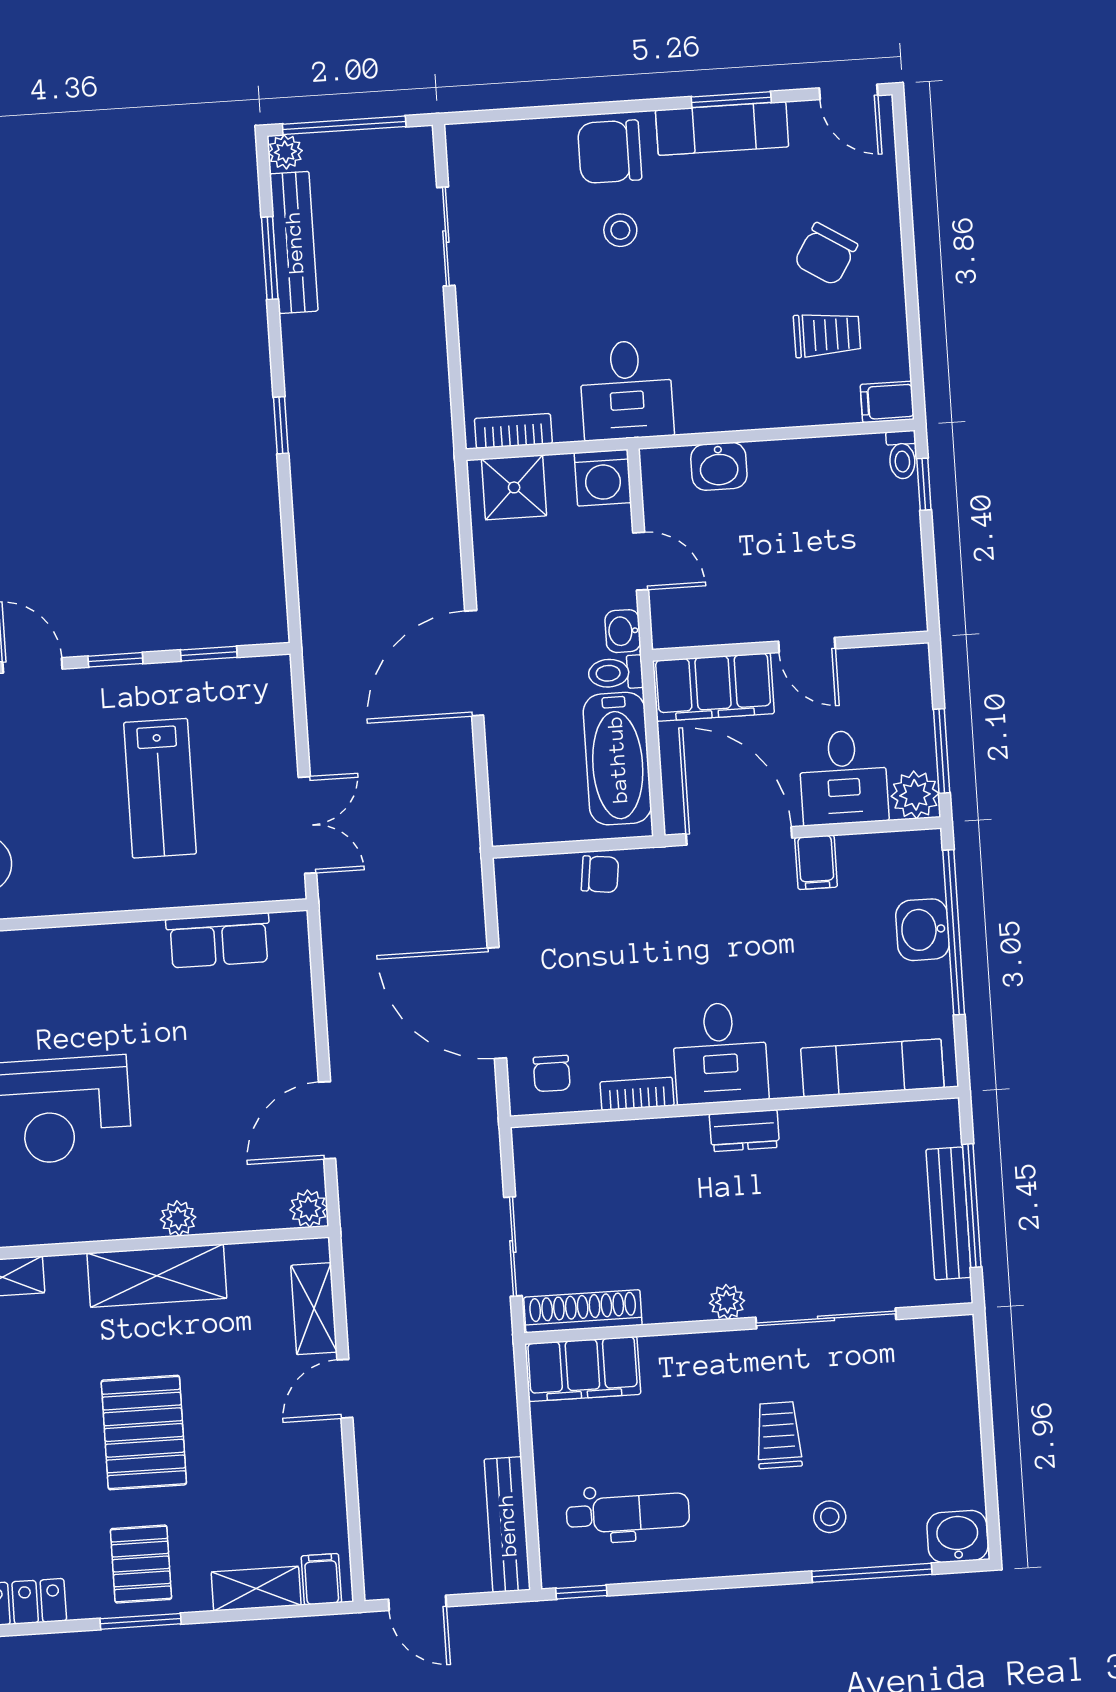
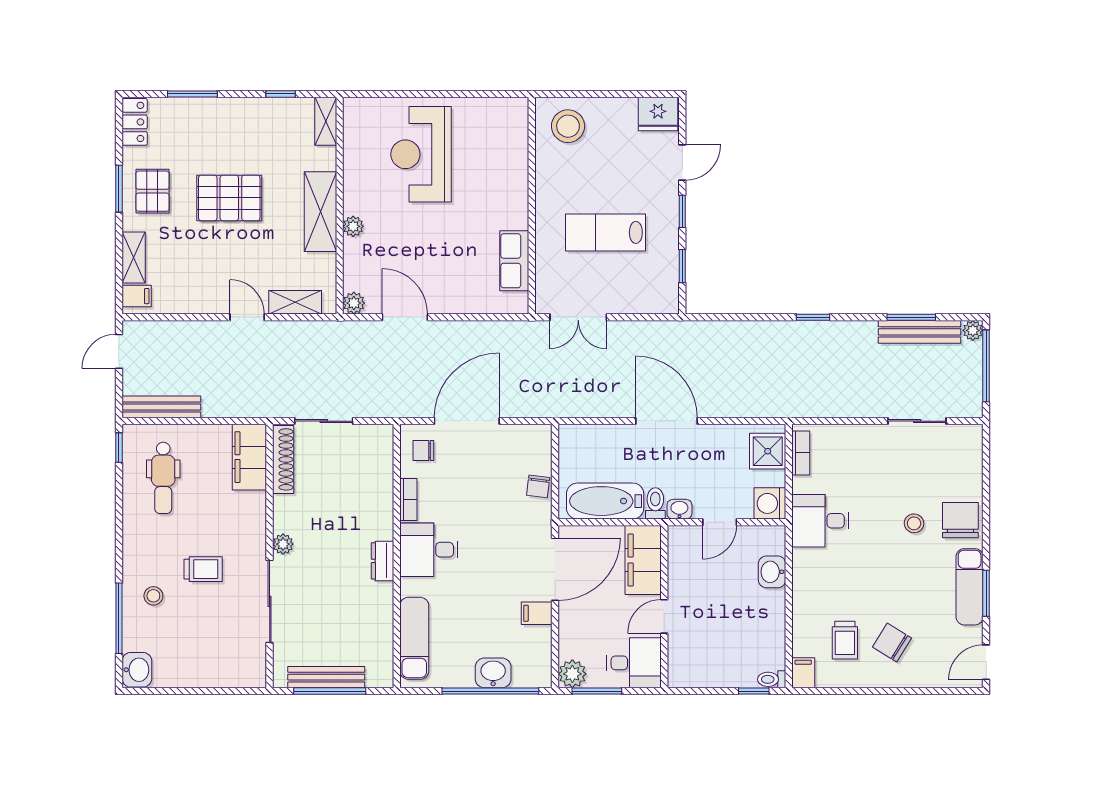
desk: (843, 777) -> (634, 663), moved, turned 180
pallet: (141, 1564) -> (152, 191), turned 90

